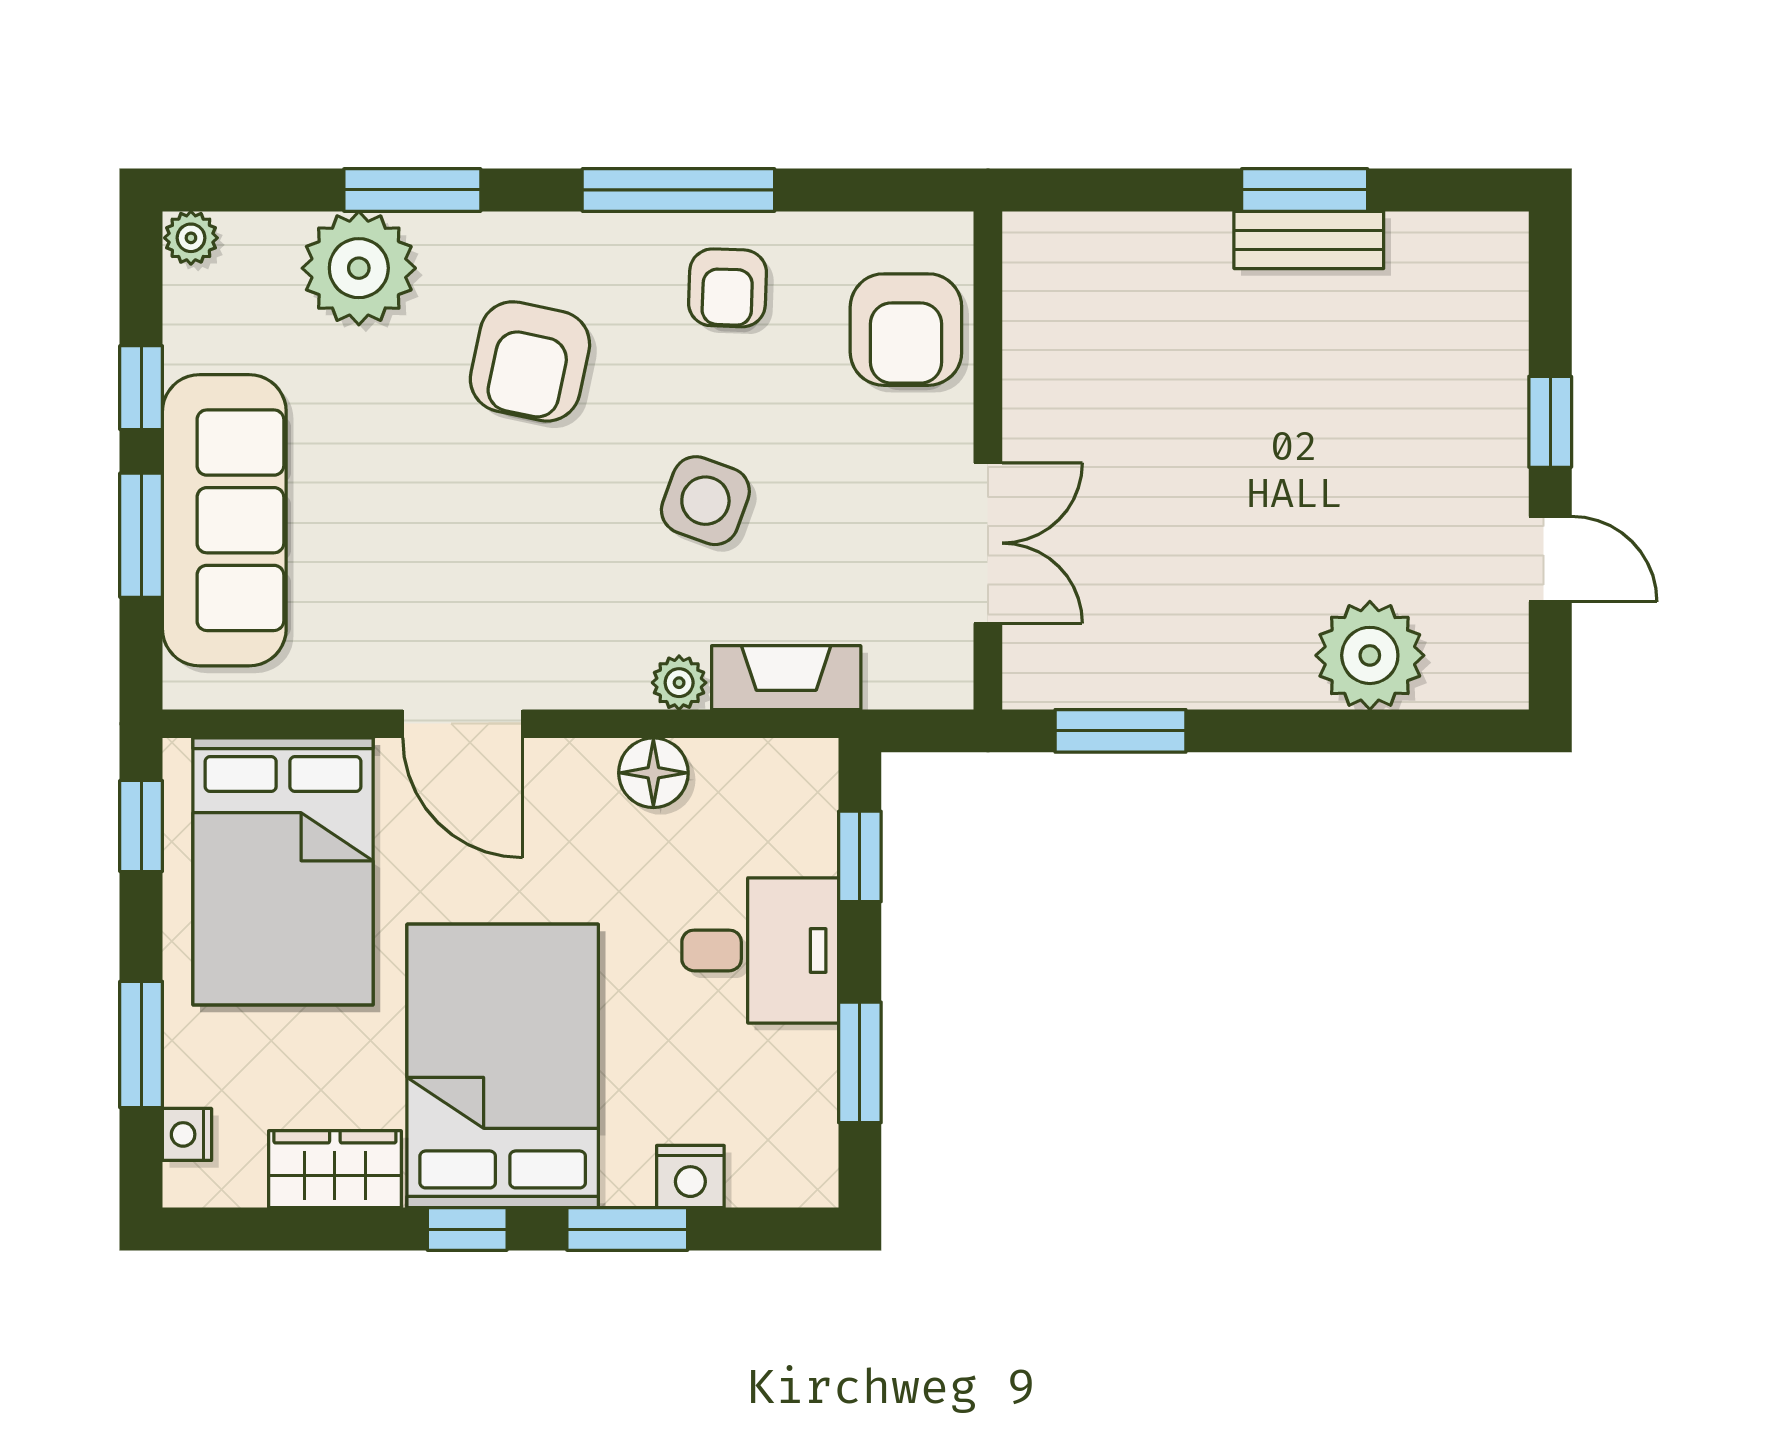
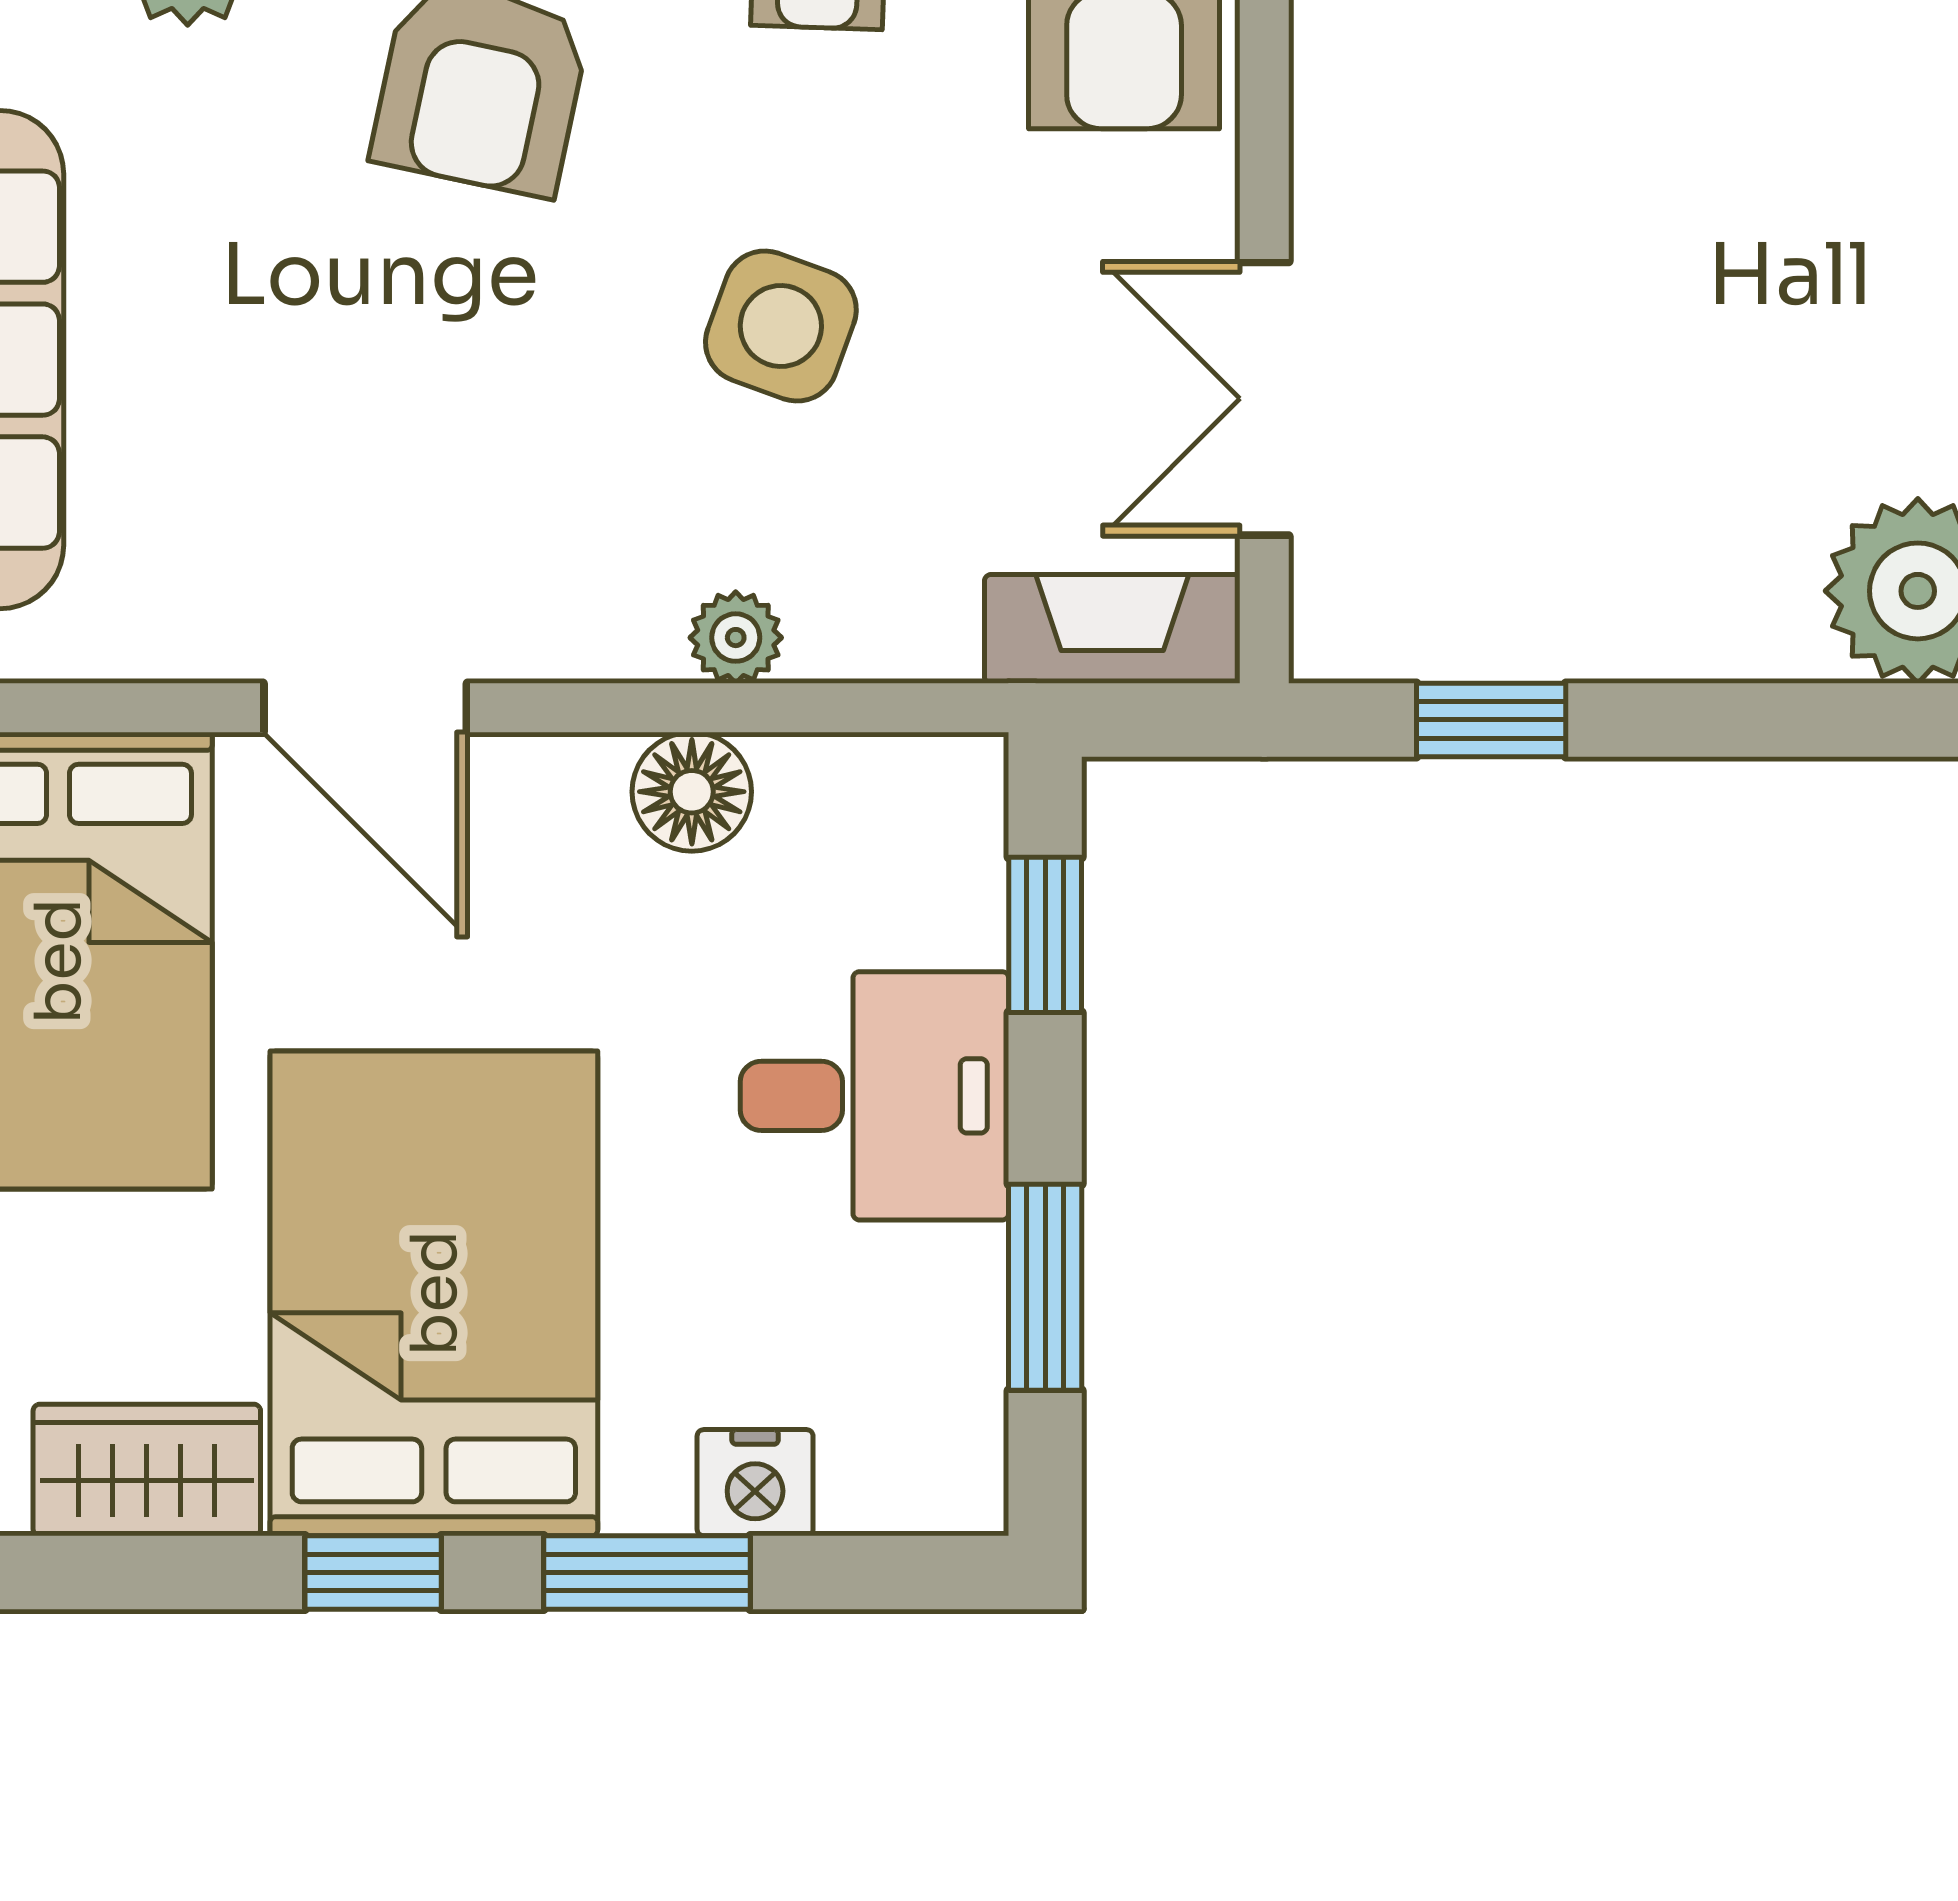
double door: (988, 543) -> (1264, 399), swing flipped
fireplace: (786, 678) -> (1112, 629), moved
window: (1120, 731) -> (1491, 720), width x0.67

